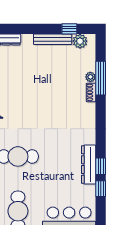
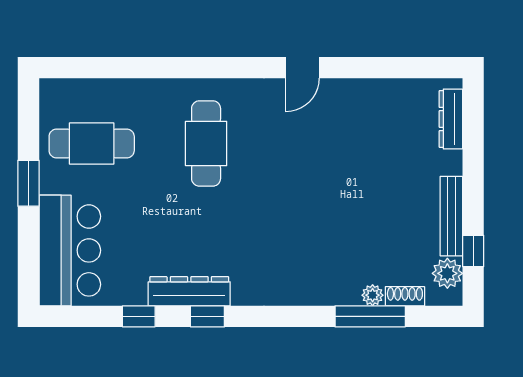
shoe rack: (91, 92) -> (405, 296), moved
window: (101, 166) -> (207, 316), moved

